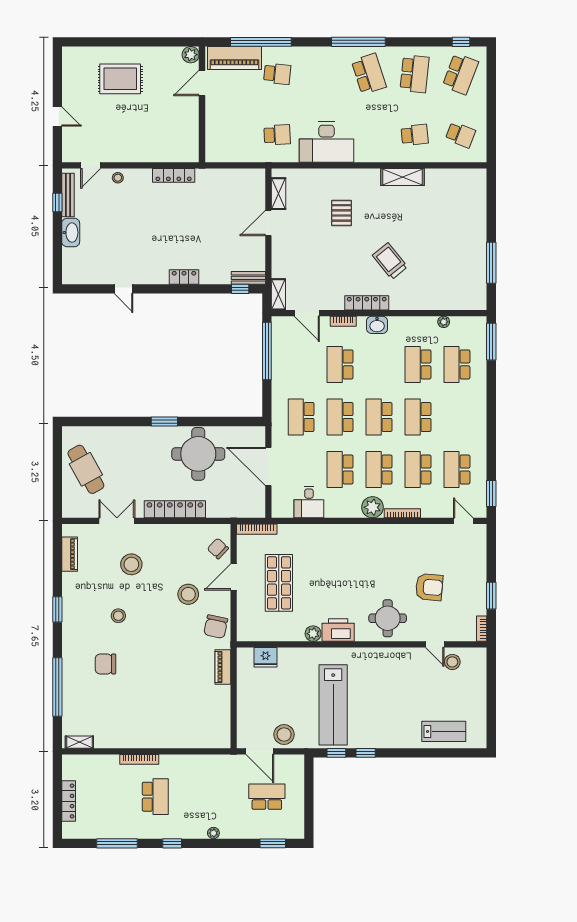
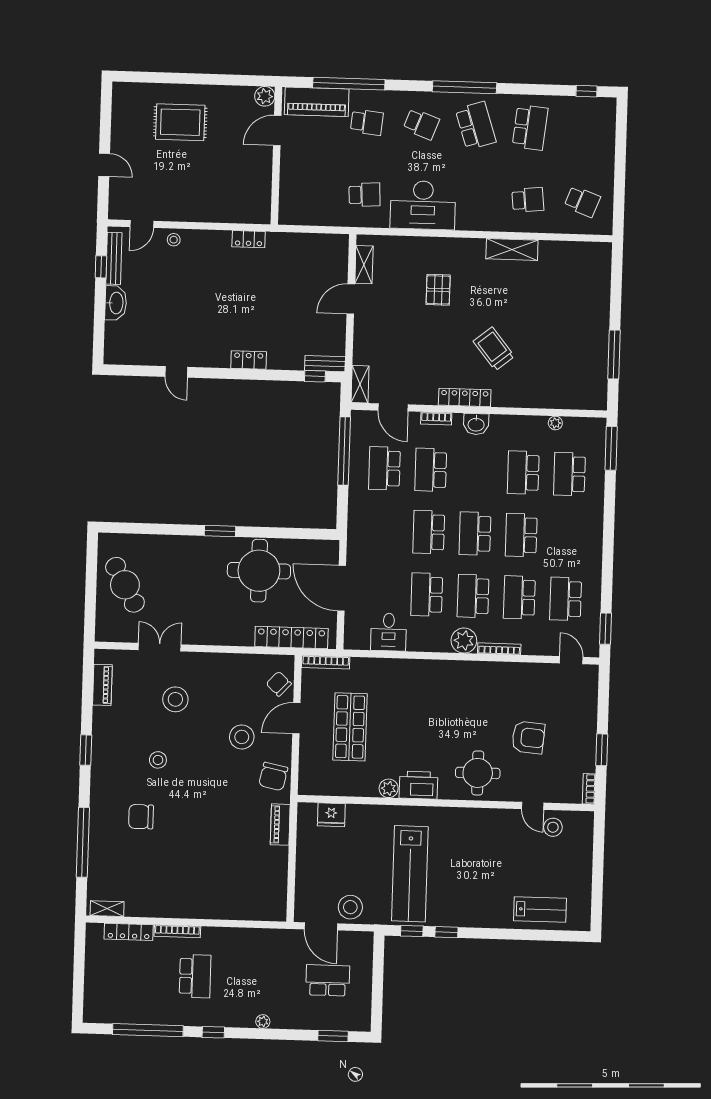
school desk: (460, 74) -> (421, 124), moved, width x0.54
locker: (174, 175) -> (249, 239), width x0.66
school desk: (301, 417) -> (384, 468), moved
locker: (175, 509) -> (291, 638), moved
locker: (69, 801) -> (129, 932), moved, turned 90
window: (117, 843) -> (148, 1030), width x1.46

